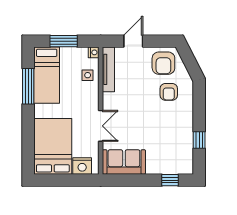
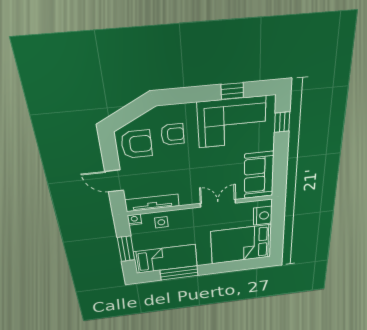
corner sofa: (174, 139) -> (232, 122), added

